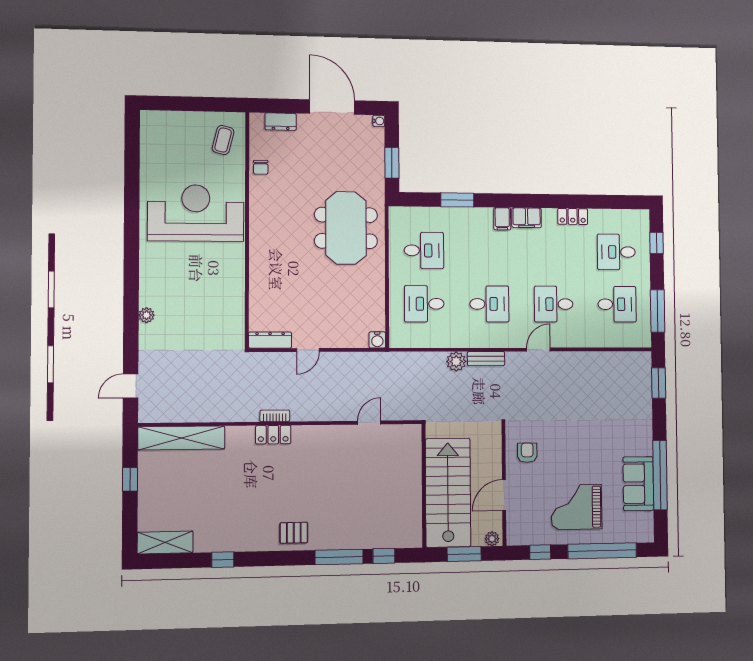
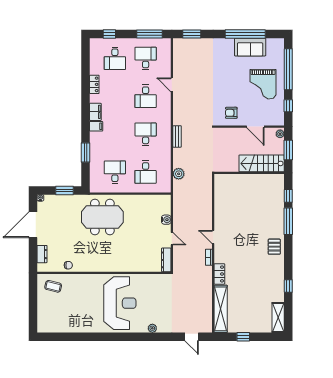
reception desk: (196, 213) -> (120, 303), moved, turned 180
water cooler: (377, 340) -> (166, 220), moved
door: (538, 350) -> (172, 85), moved
plant: (456, 361) -> (179, 174), moved
door: (369, 423) -> (213, 237), moved
locker: (273, 435) -> (219, 274), moved
stairs: (448, 493) -> (262, 163), width x0.73, depth x0.66

